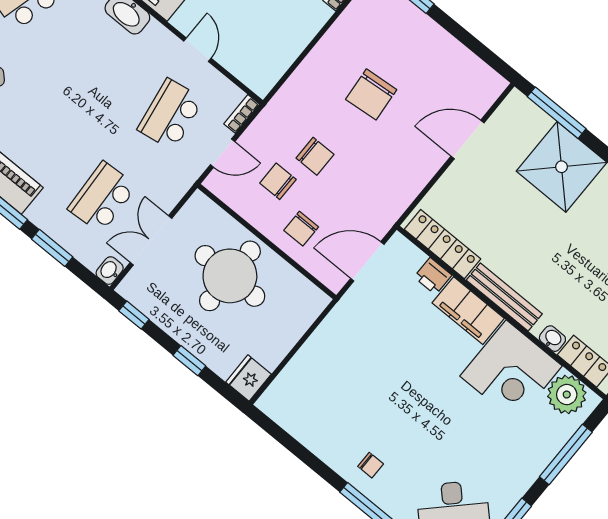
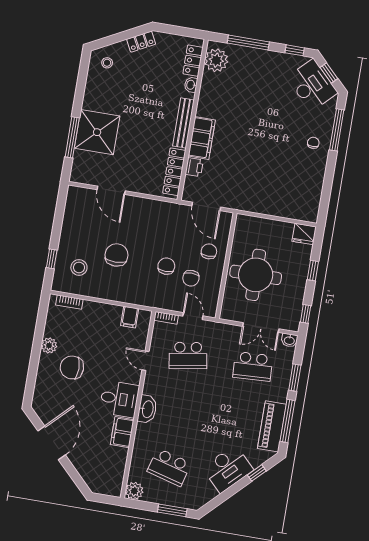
stool: (384, 31) -> (79, 267), added
door: (197, 50) -> (146, 361), hinge flipped
filing cabinet: (272, 63) -> (130, 317), added
chair: (371, 94) -> (117, 255), turned -85
window: (557, 113) -> (72, 137), moved
chair: (301, 229) -> (209, 251), turned -90
corner desk: (511, 371) -> (221, 97), removed

